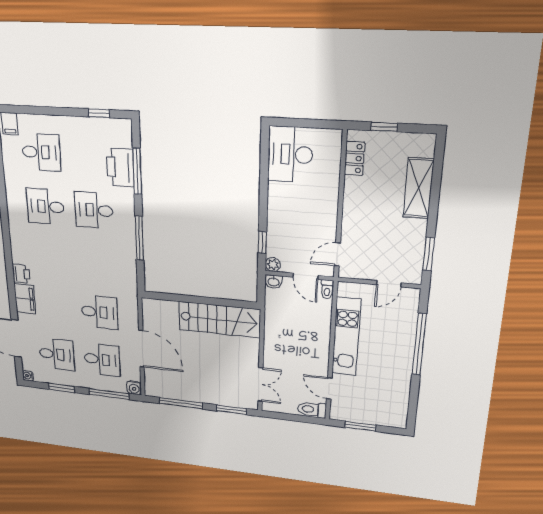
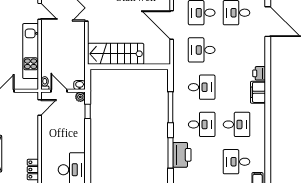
desk: (97, 262) -> (202, 87), added
filing cabinet: (25, 299) -> (258, 92), moved

